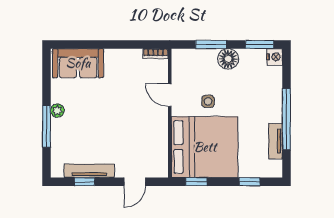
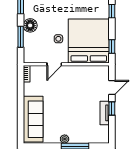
sofa: (78, 63) -> (33, 119), width x1.36
tv unit: (89, 171) -> (105, 113), width x0.71
window: (85, 182) -> (112, 108), moved
door: (135, 182) -> (112, 88), hinge flipped

